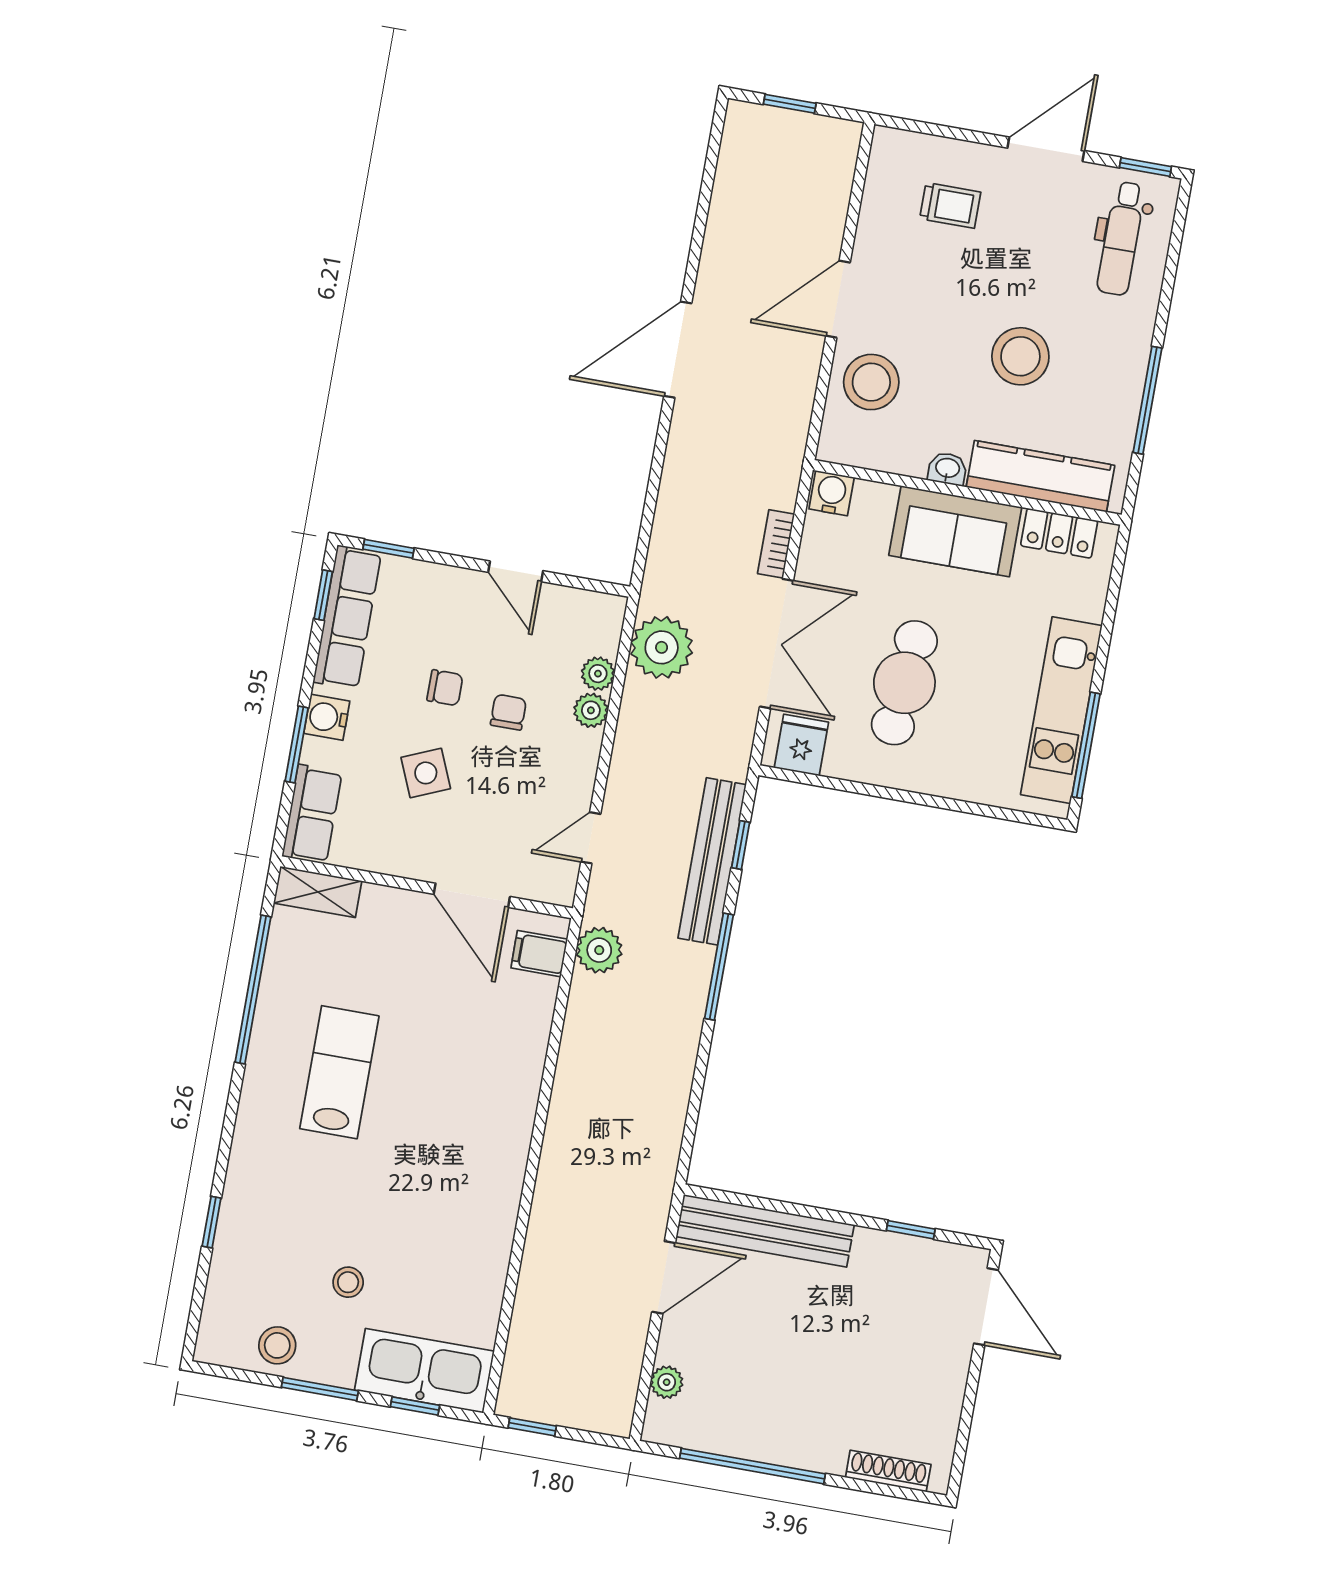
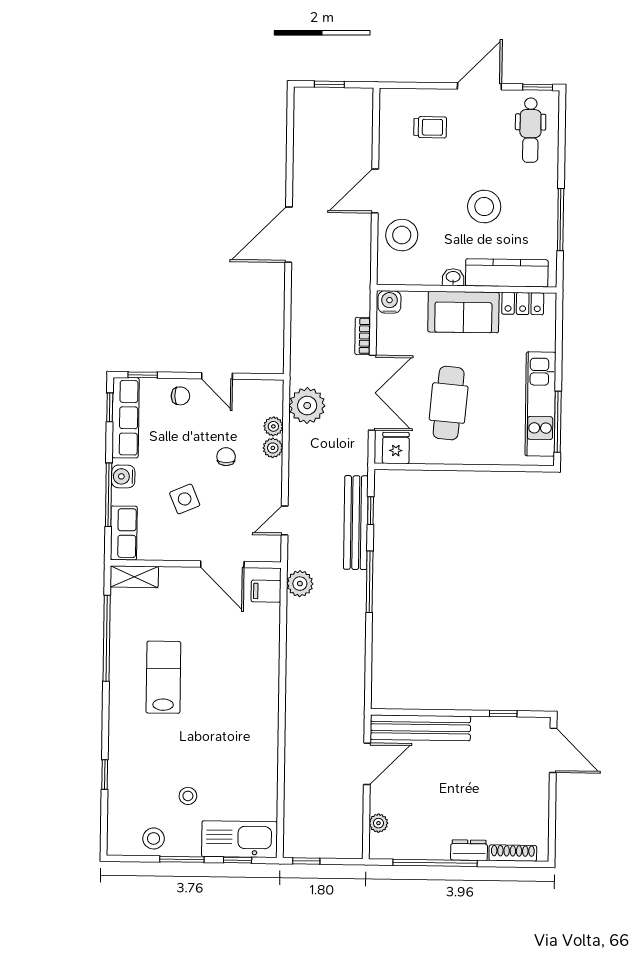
chair: (445, 688) -> (180, 396), moved
window: (297, 745) -> (109, 495), width x1.44
dresser: (814, 1454) -> (469, 850), added

